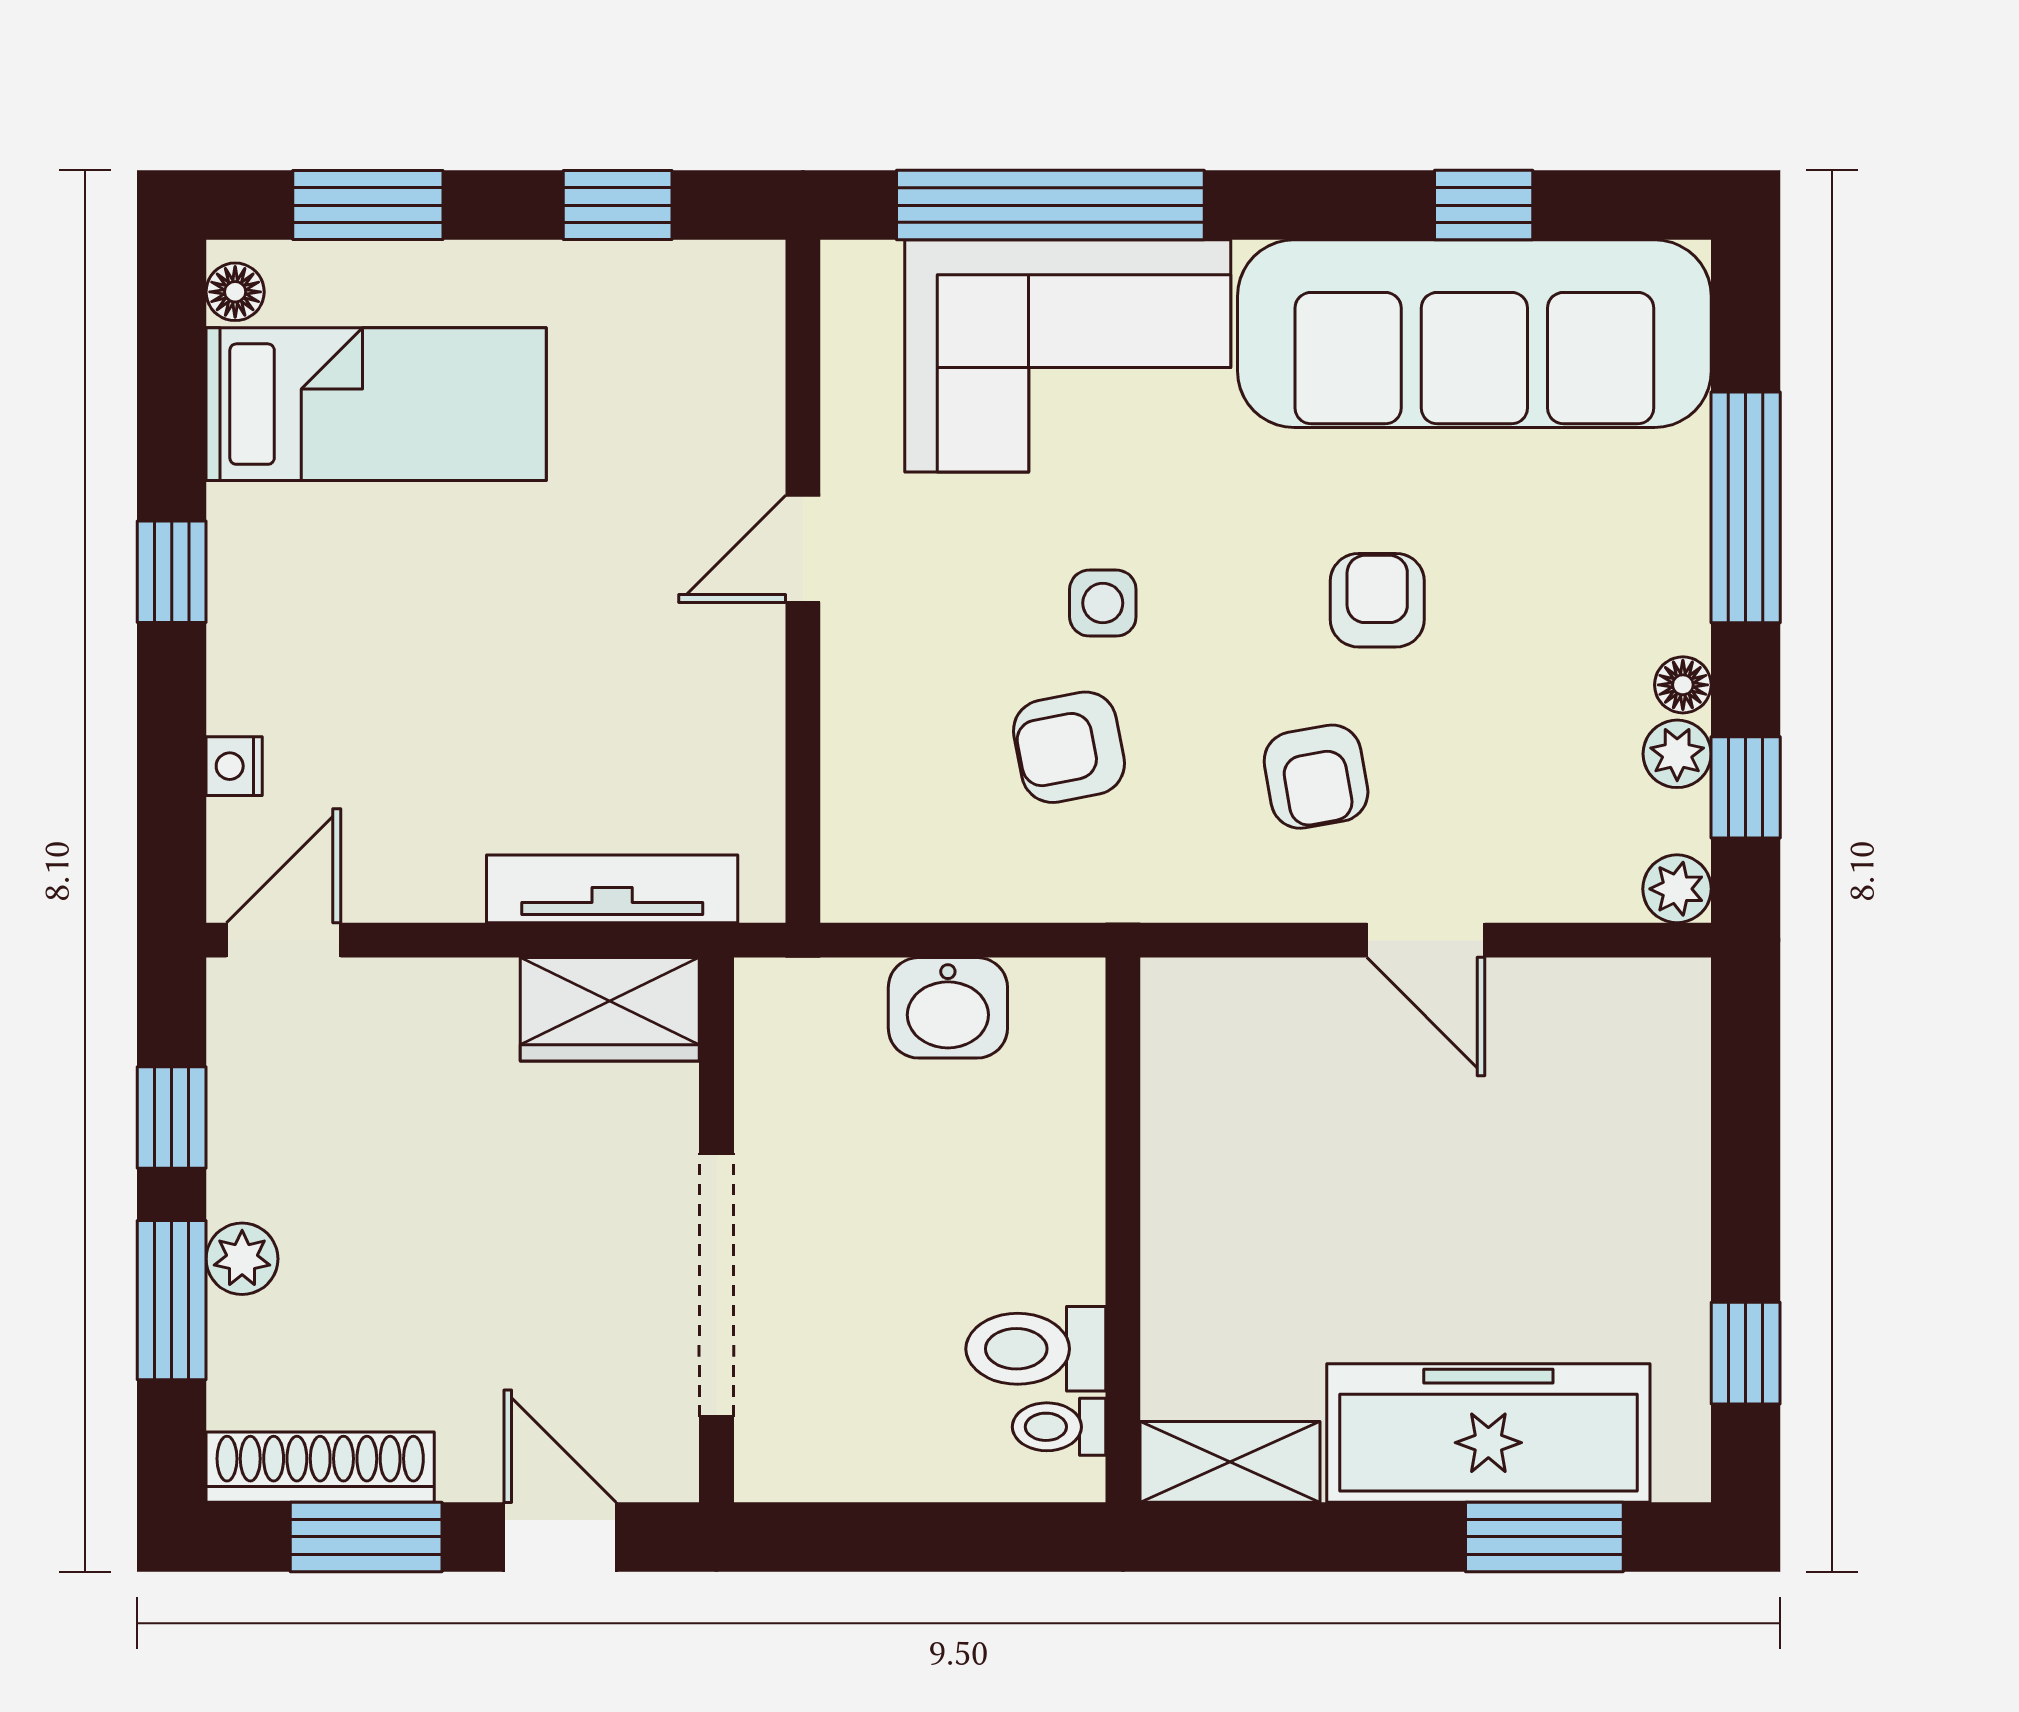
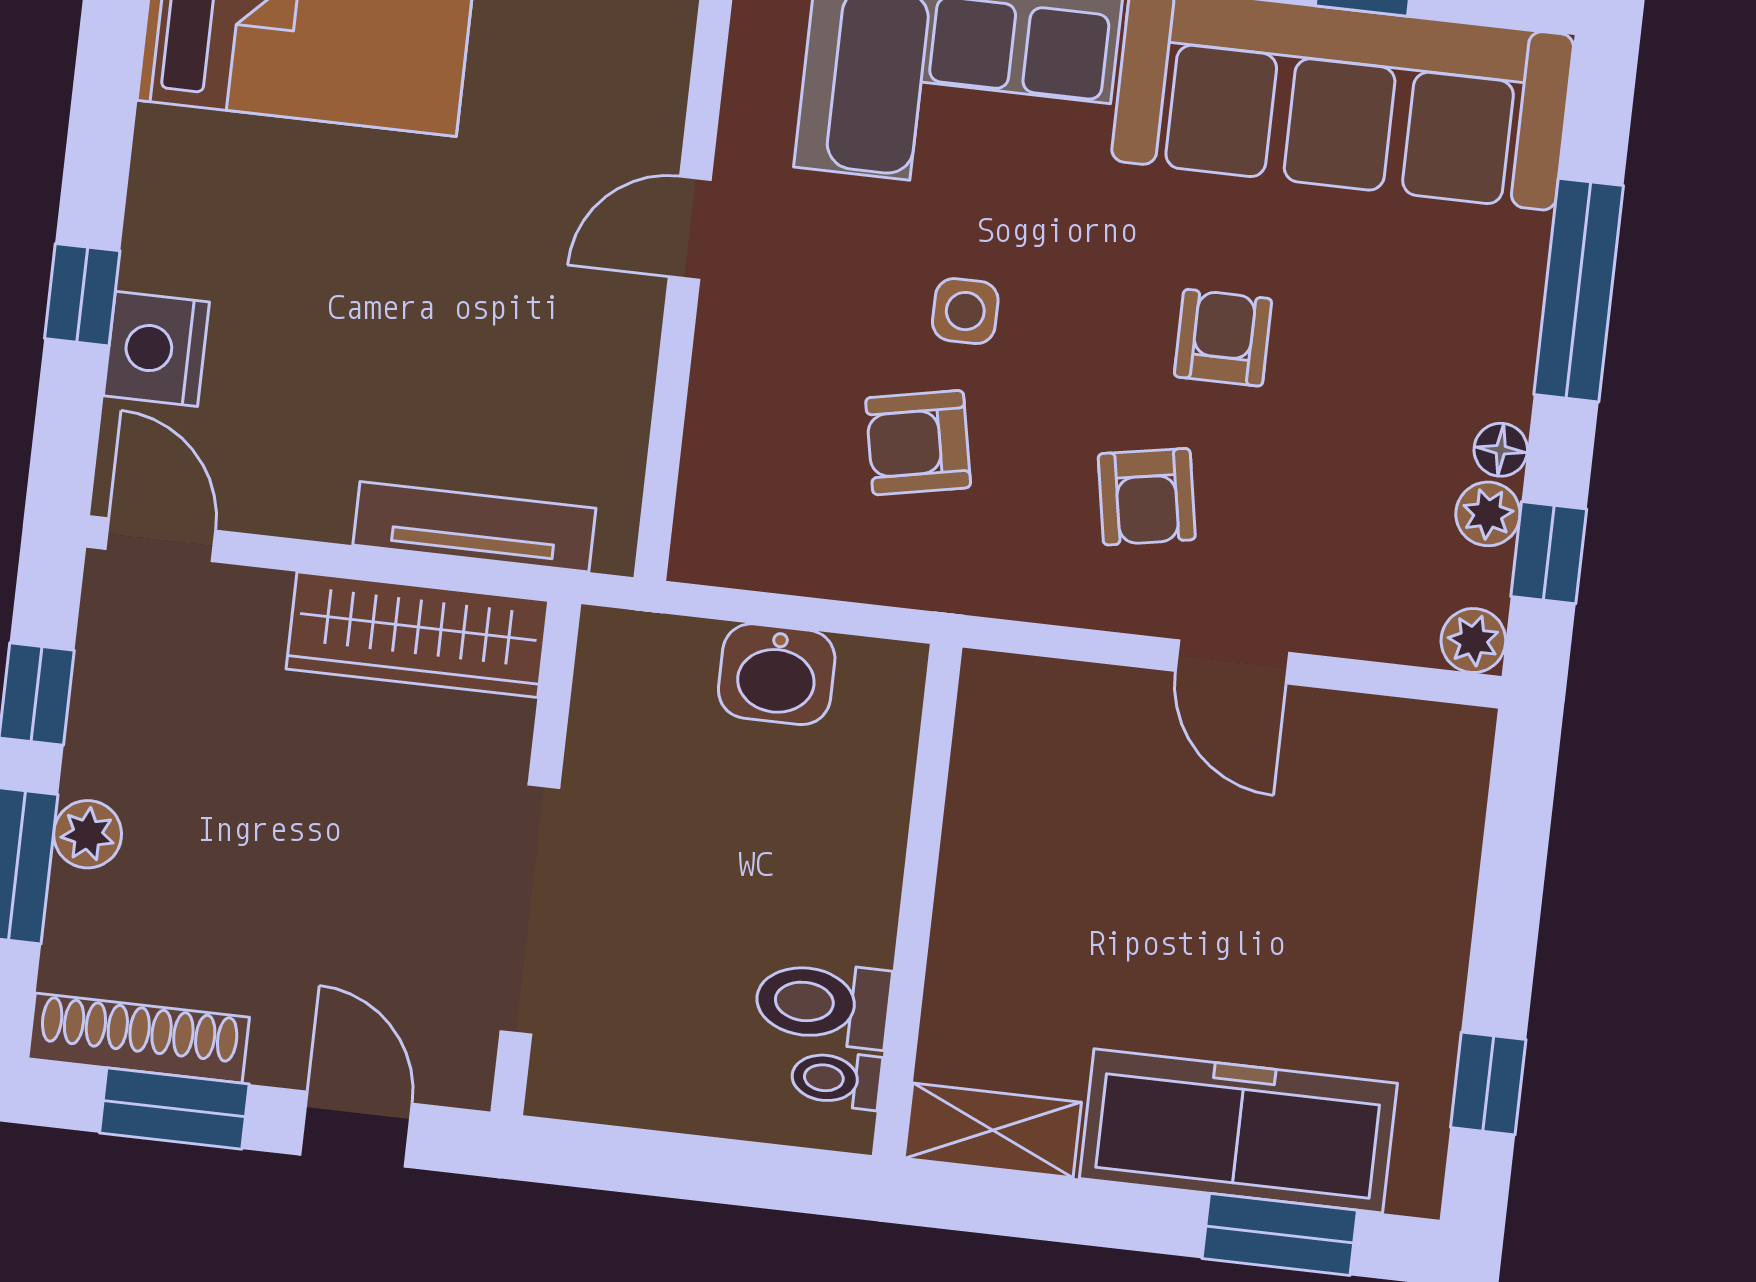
window: (172, 572) -> (82, 295), moved
nightstand: (234, 766) -> (156, 349), width x1.89, depth x1.79
door: (283, 940) -> (161, 540), hinge flipped
wardrobe: (610, 1009) -> (417, 635), width x1.50

